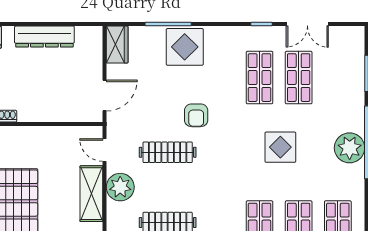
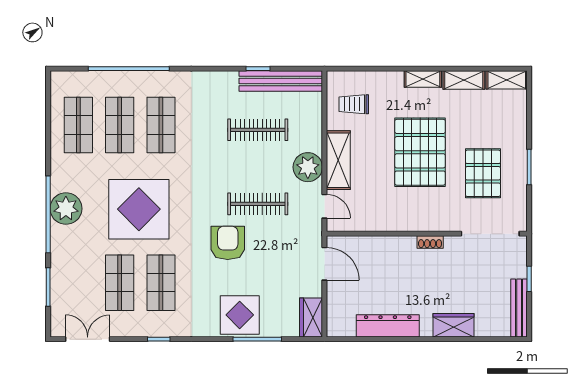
double door: (307, 24) -> (88, 339), moved
door: (104, 95) -> (324, 264), swing flipped
armchair: (196, 115) -> (228, 243), width x1.38, depth x1.38
display table: (280, 147) -> (139, 209), width x1.86, depth x1.86

